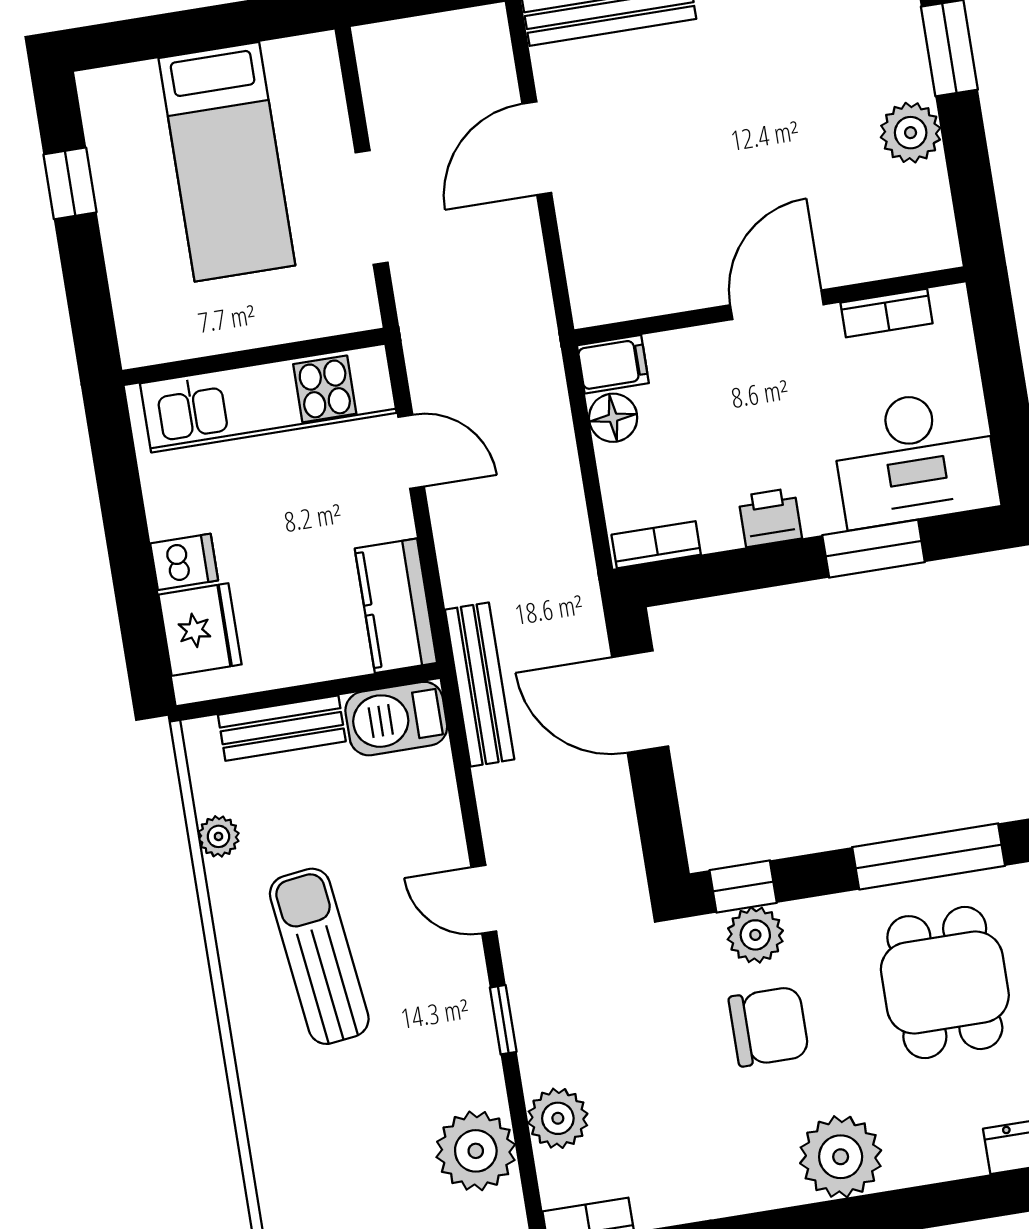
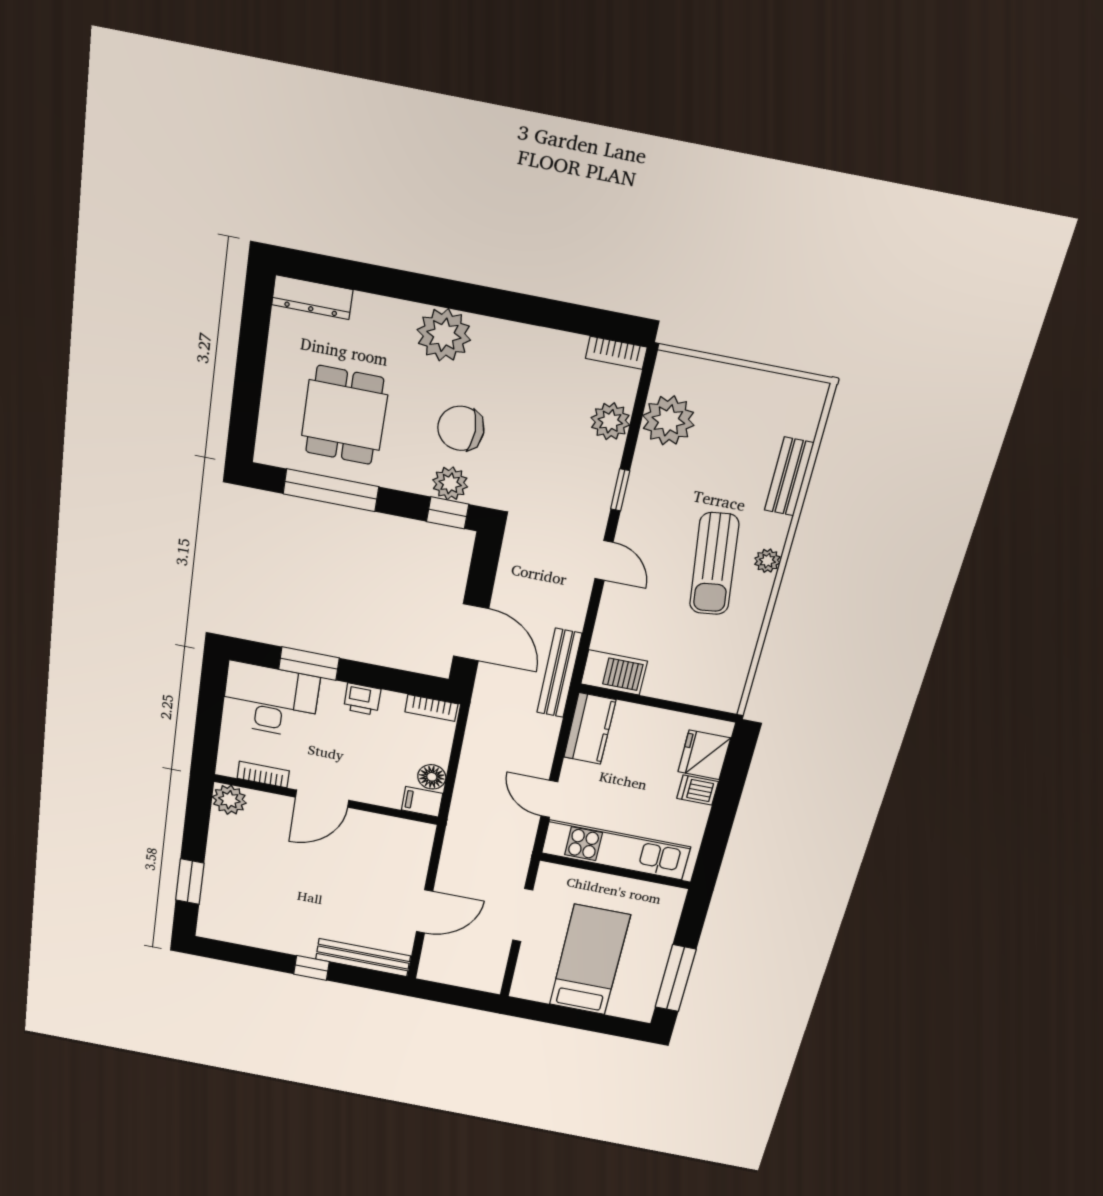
plant: (911, 133) -> (229, 800), moved
window: (70, 183) -> (676, 978), width x2.17
bench: (282, 728) -> (789, 477), moved, turned 90
plant: (218, 836) -> (767, 561), moved

